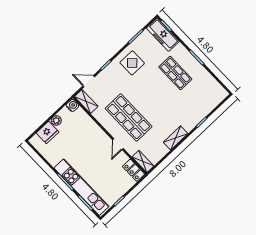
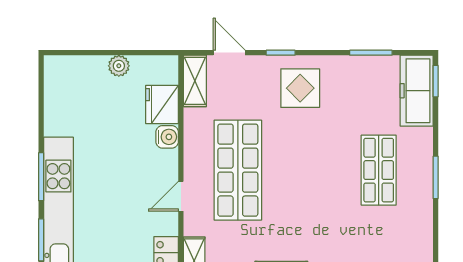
display table: (132, 63) -> (300, 88), moved
water cooler: (72, 105) -> (167, 137), moved
fridge: (48, 132) -> (162, 105), moved, turned 90

